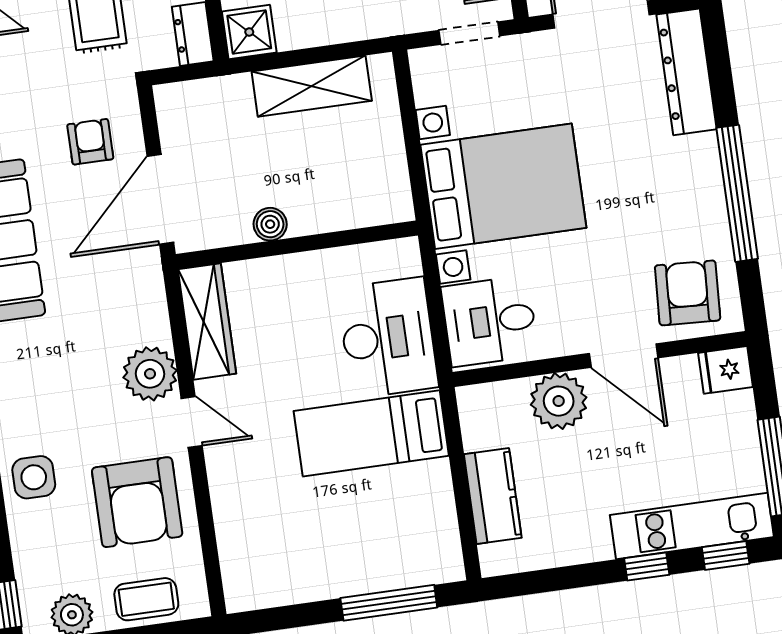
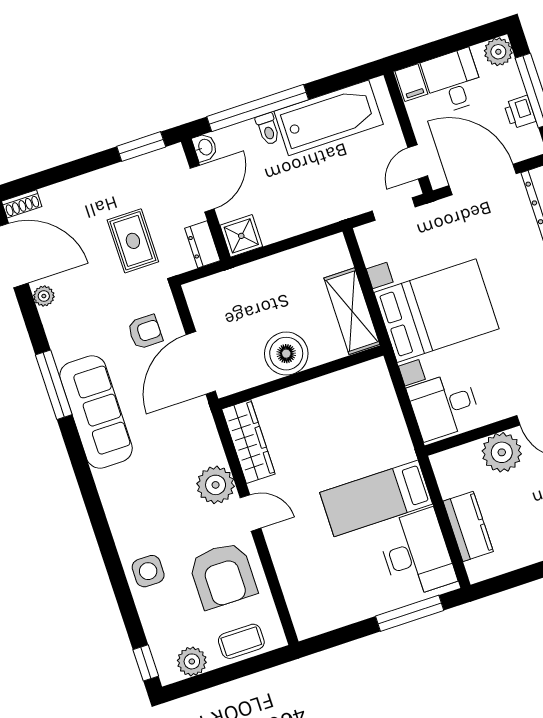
shelving: (312, 86) -> (352, 311), moved, turned 90
armchair: (90, 142) -> (145, 332), turned 90
boiler: (270, 224) -> (286, 354), width x1.86, depth x1.86
desk: (388, 338) -> (416, 553), moved

